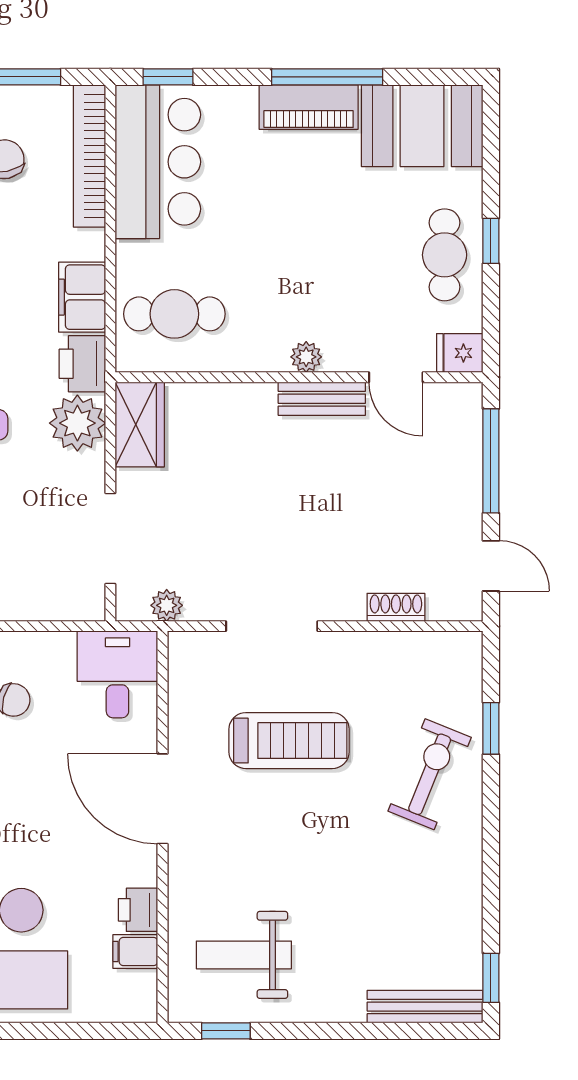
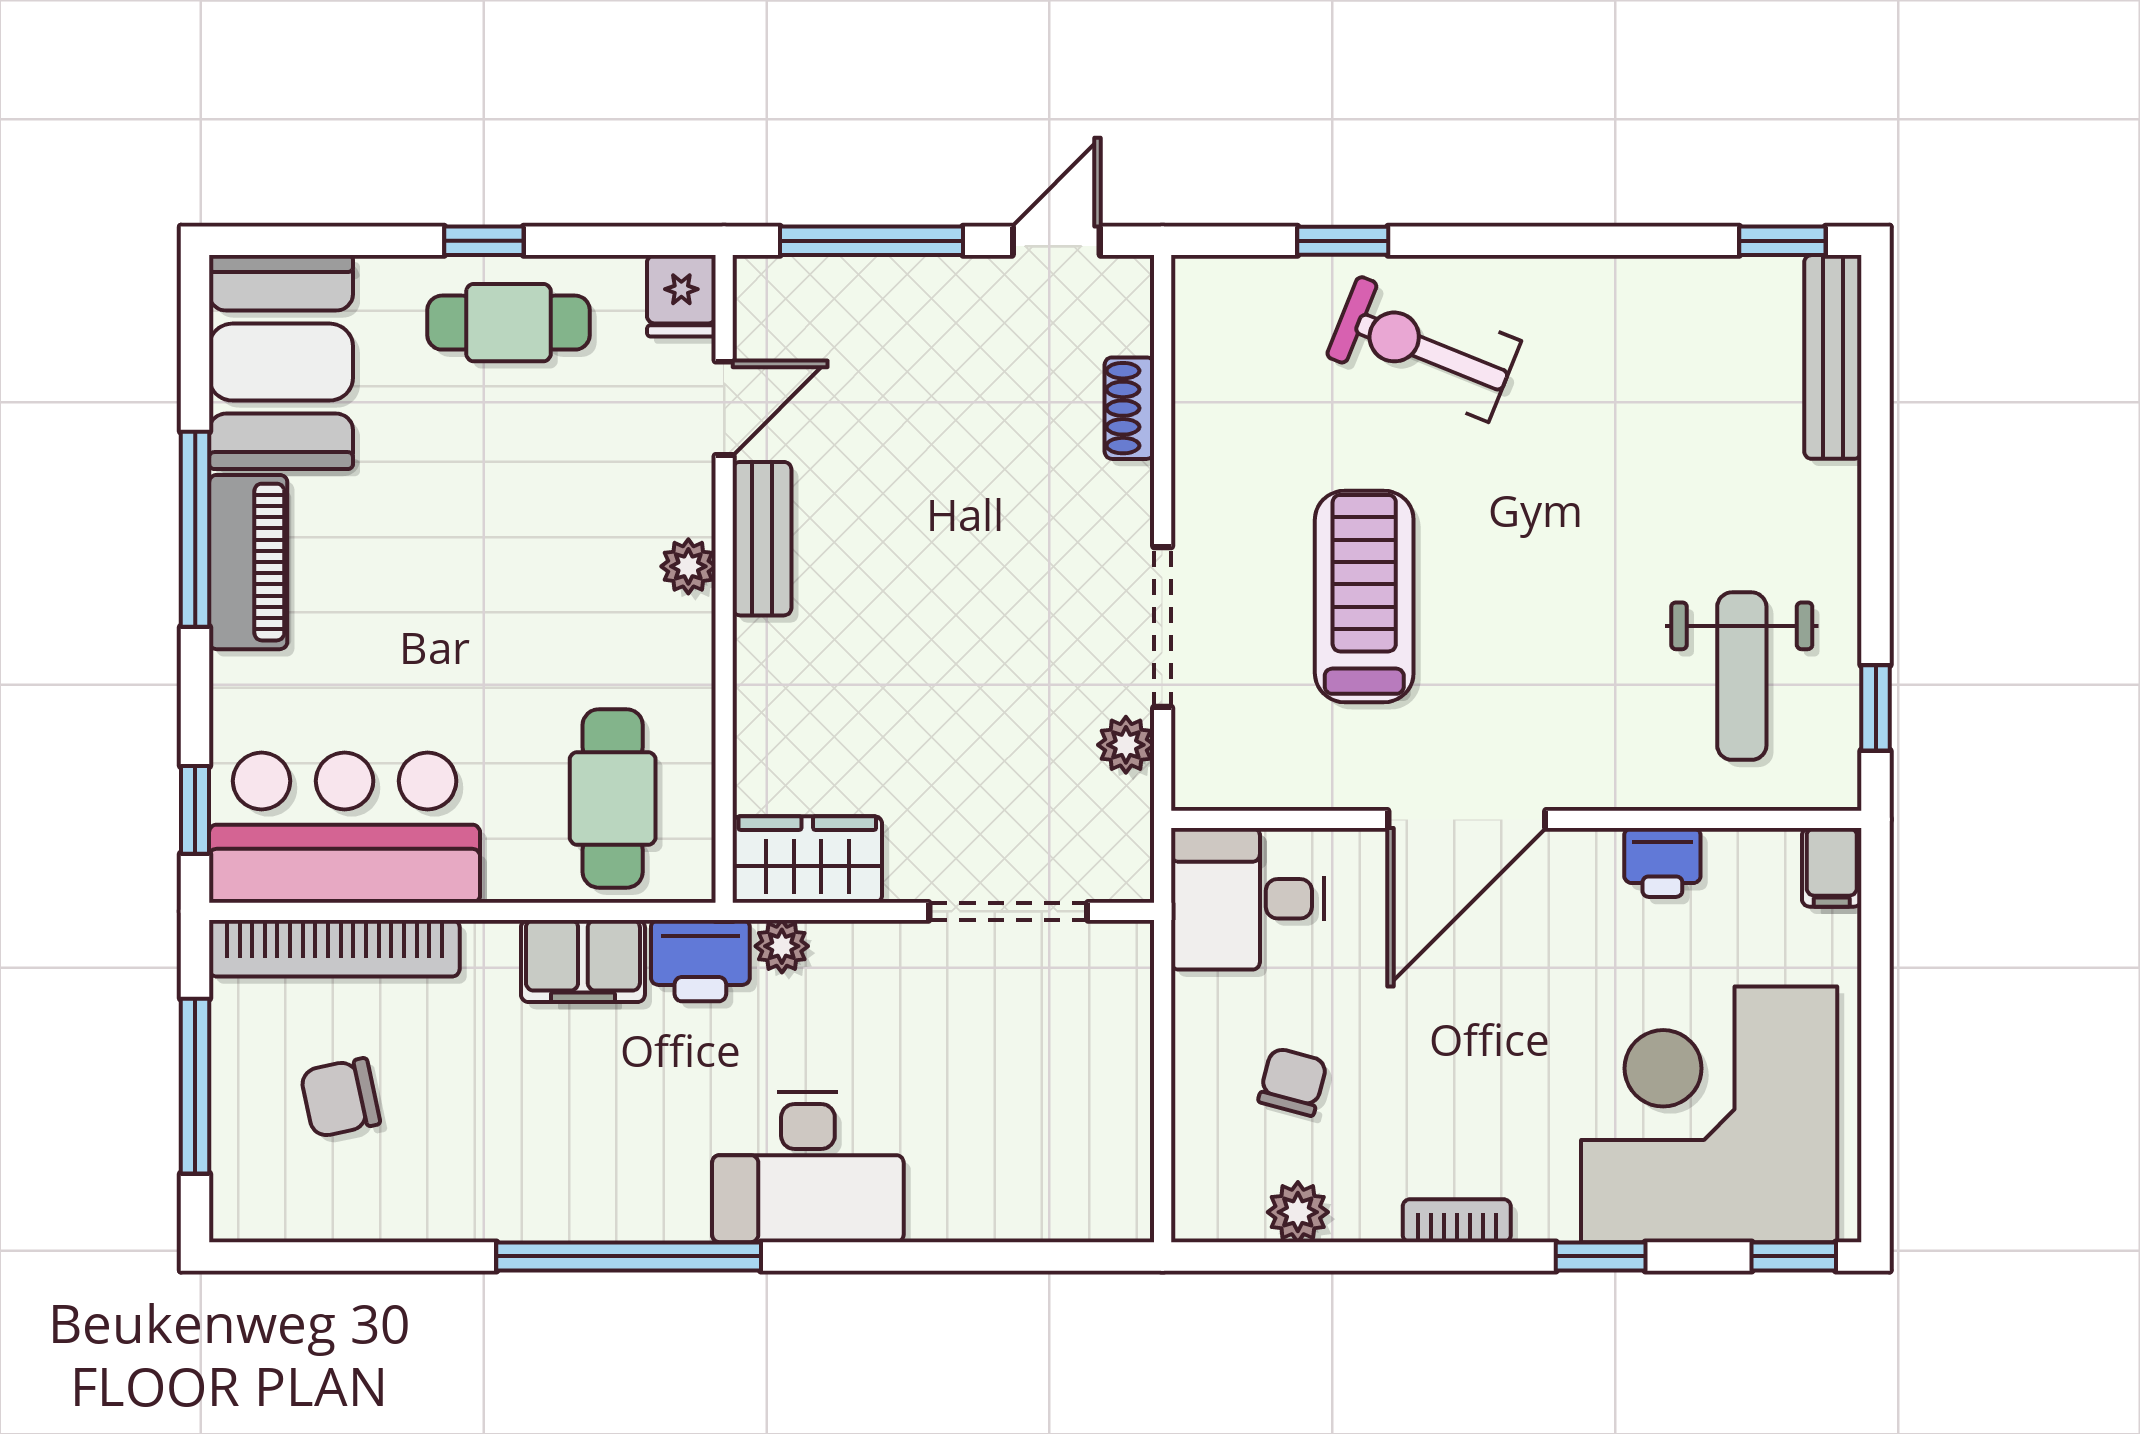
plant: (77, 423) -> (782, 946), width x0.53, depth x0.53
plant: (167, 605) -> (1126, 745), moved
filing cabinet: (135, 951) -> (1832, 867), moved

